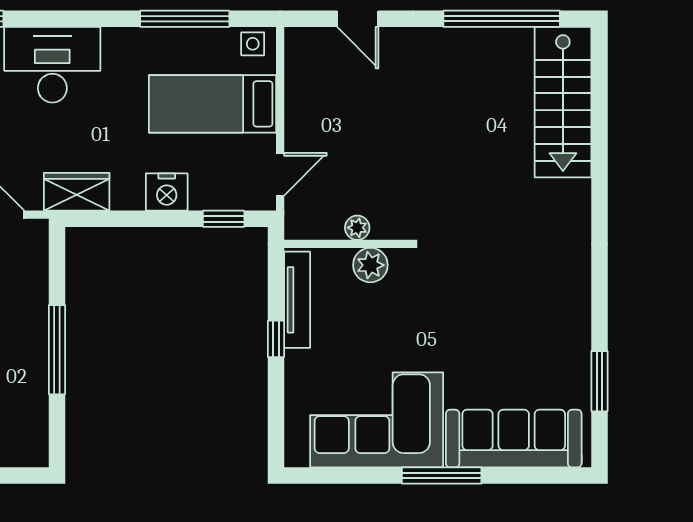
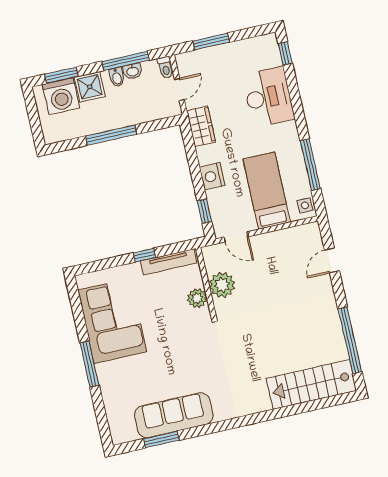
plant: (357, 228) -> (222, 285), width x1.87, depth x1.87
sofa: (514, 439) -> (174, 415), moved, turned -90

